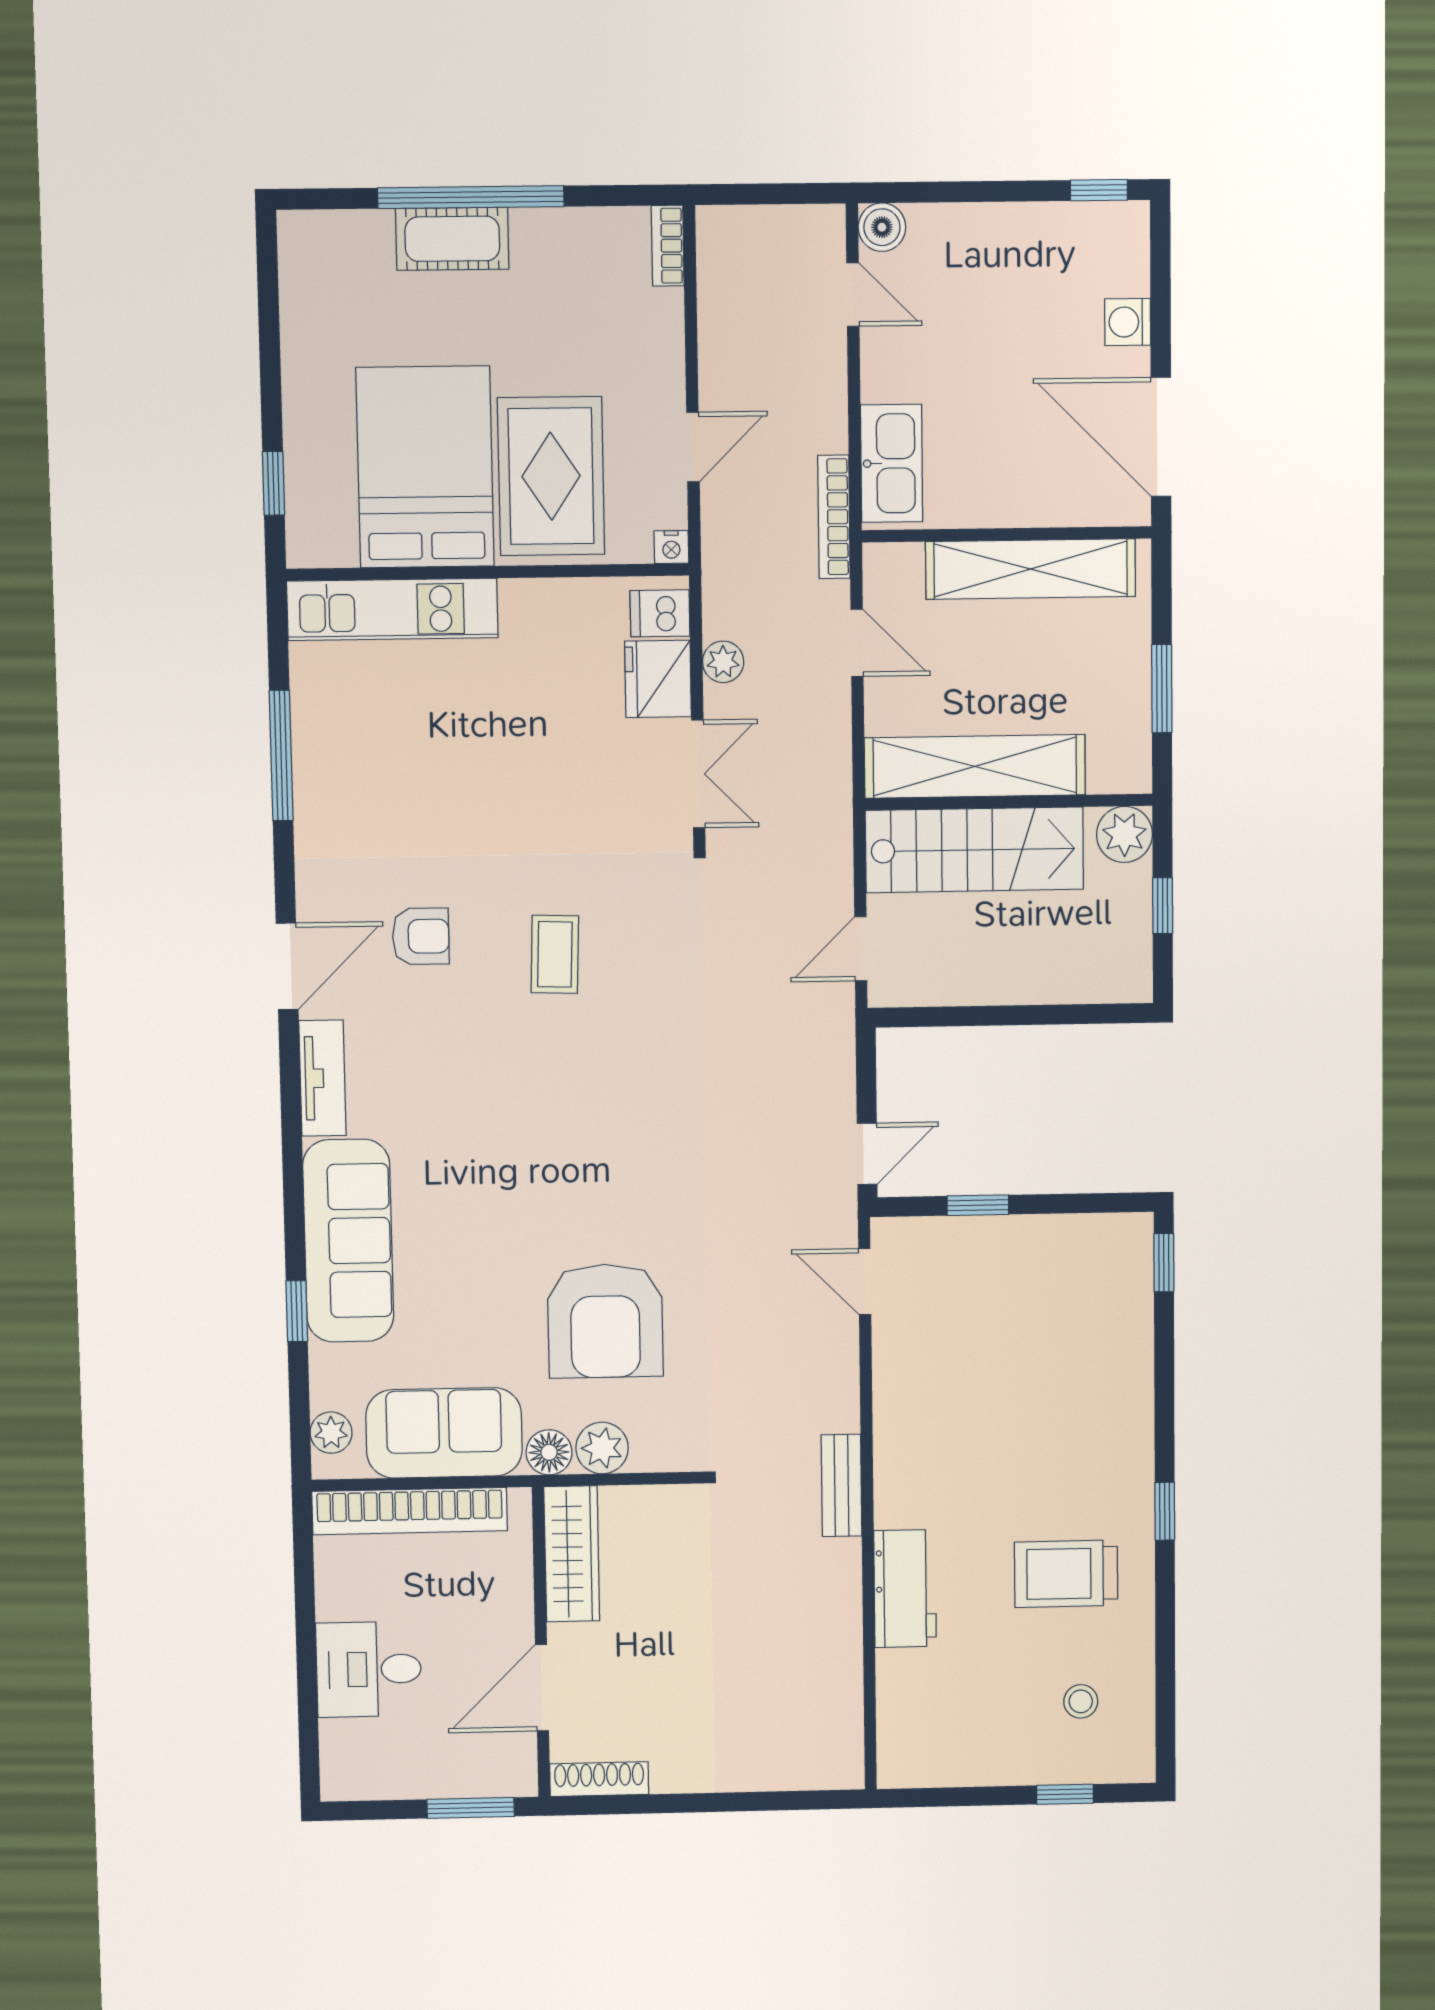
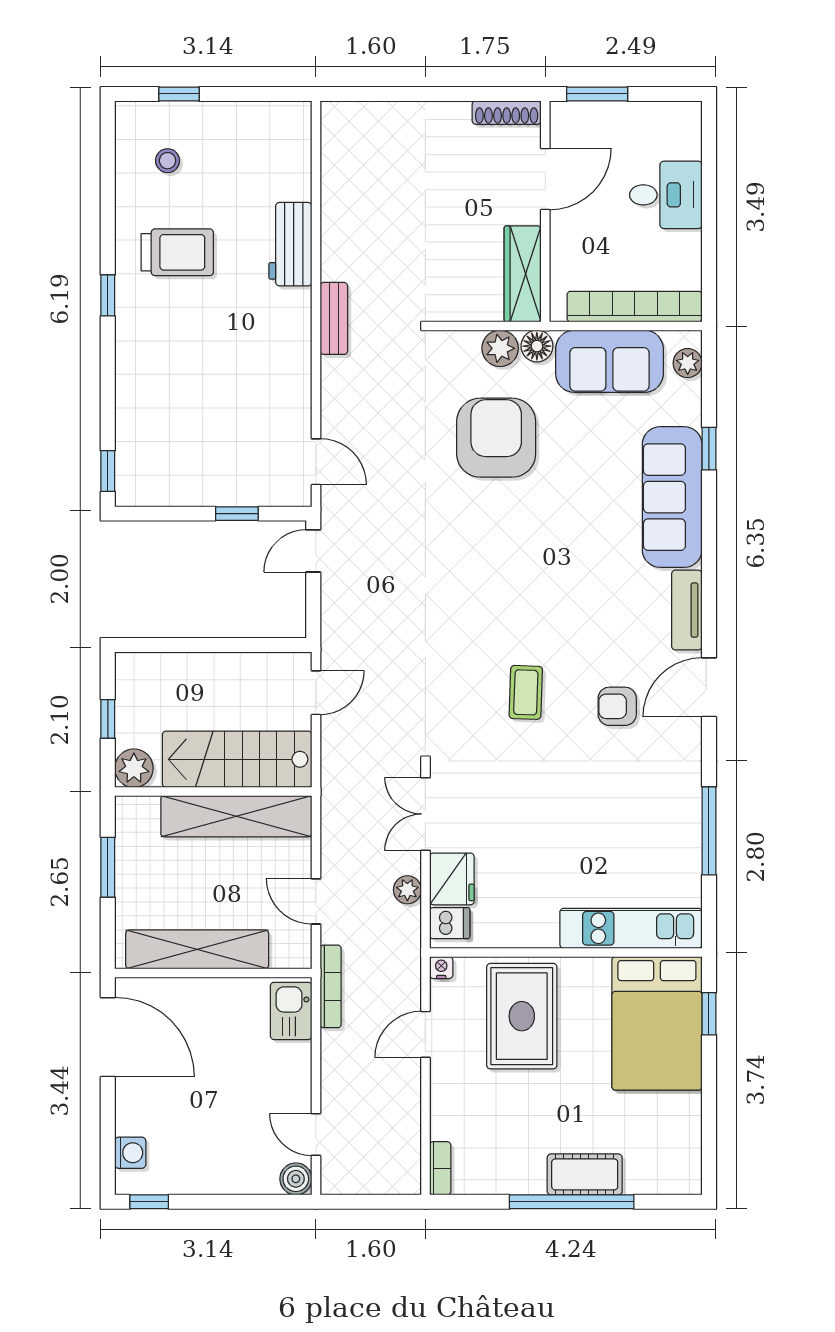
washing machine: (1128, 322) -> (130, 1153), moved
kitchen sink: (892, 463) -> (291, 1011), width x0.73
bed: (425, 467) -> (657, 1023), moved

